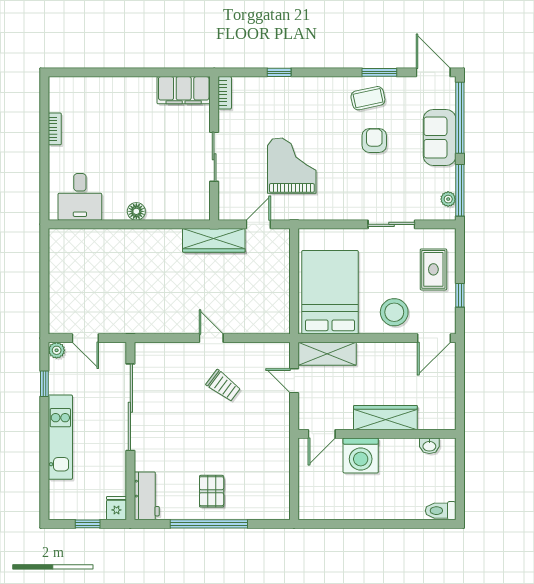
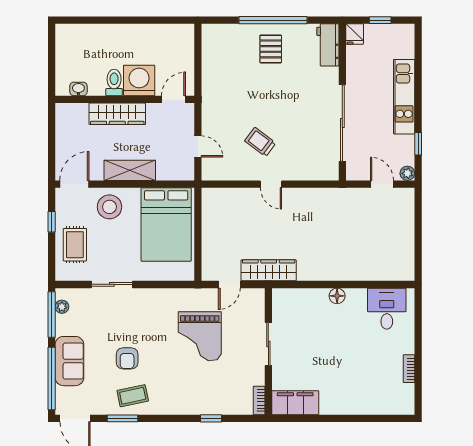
shelving: (327, 354) -> (130, 170), moved
toilet: (441, 511) -> (114, 83), moved, turned -90

